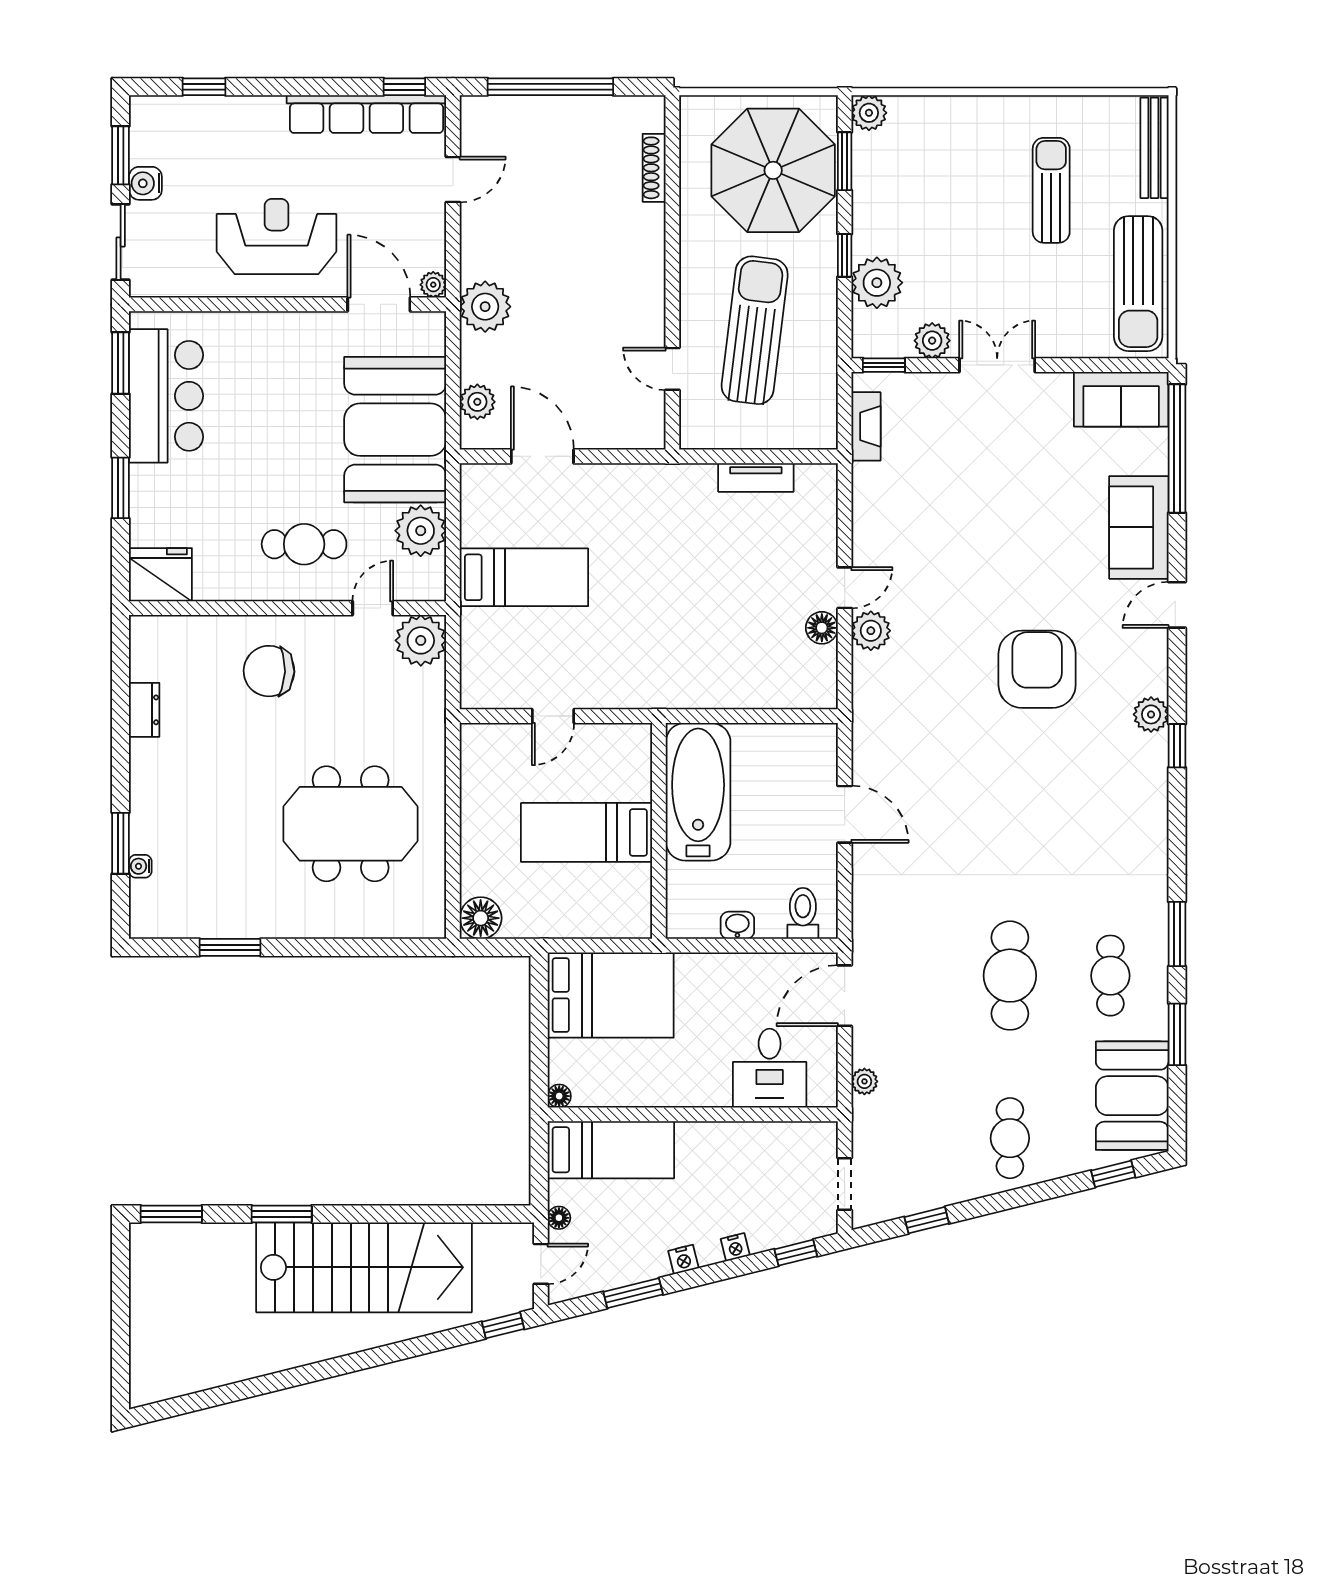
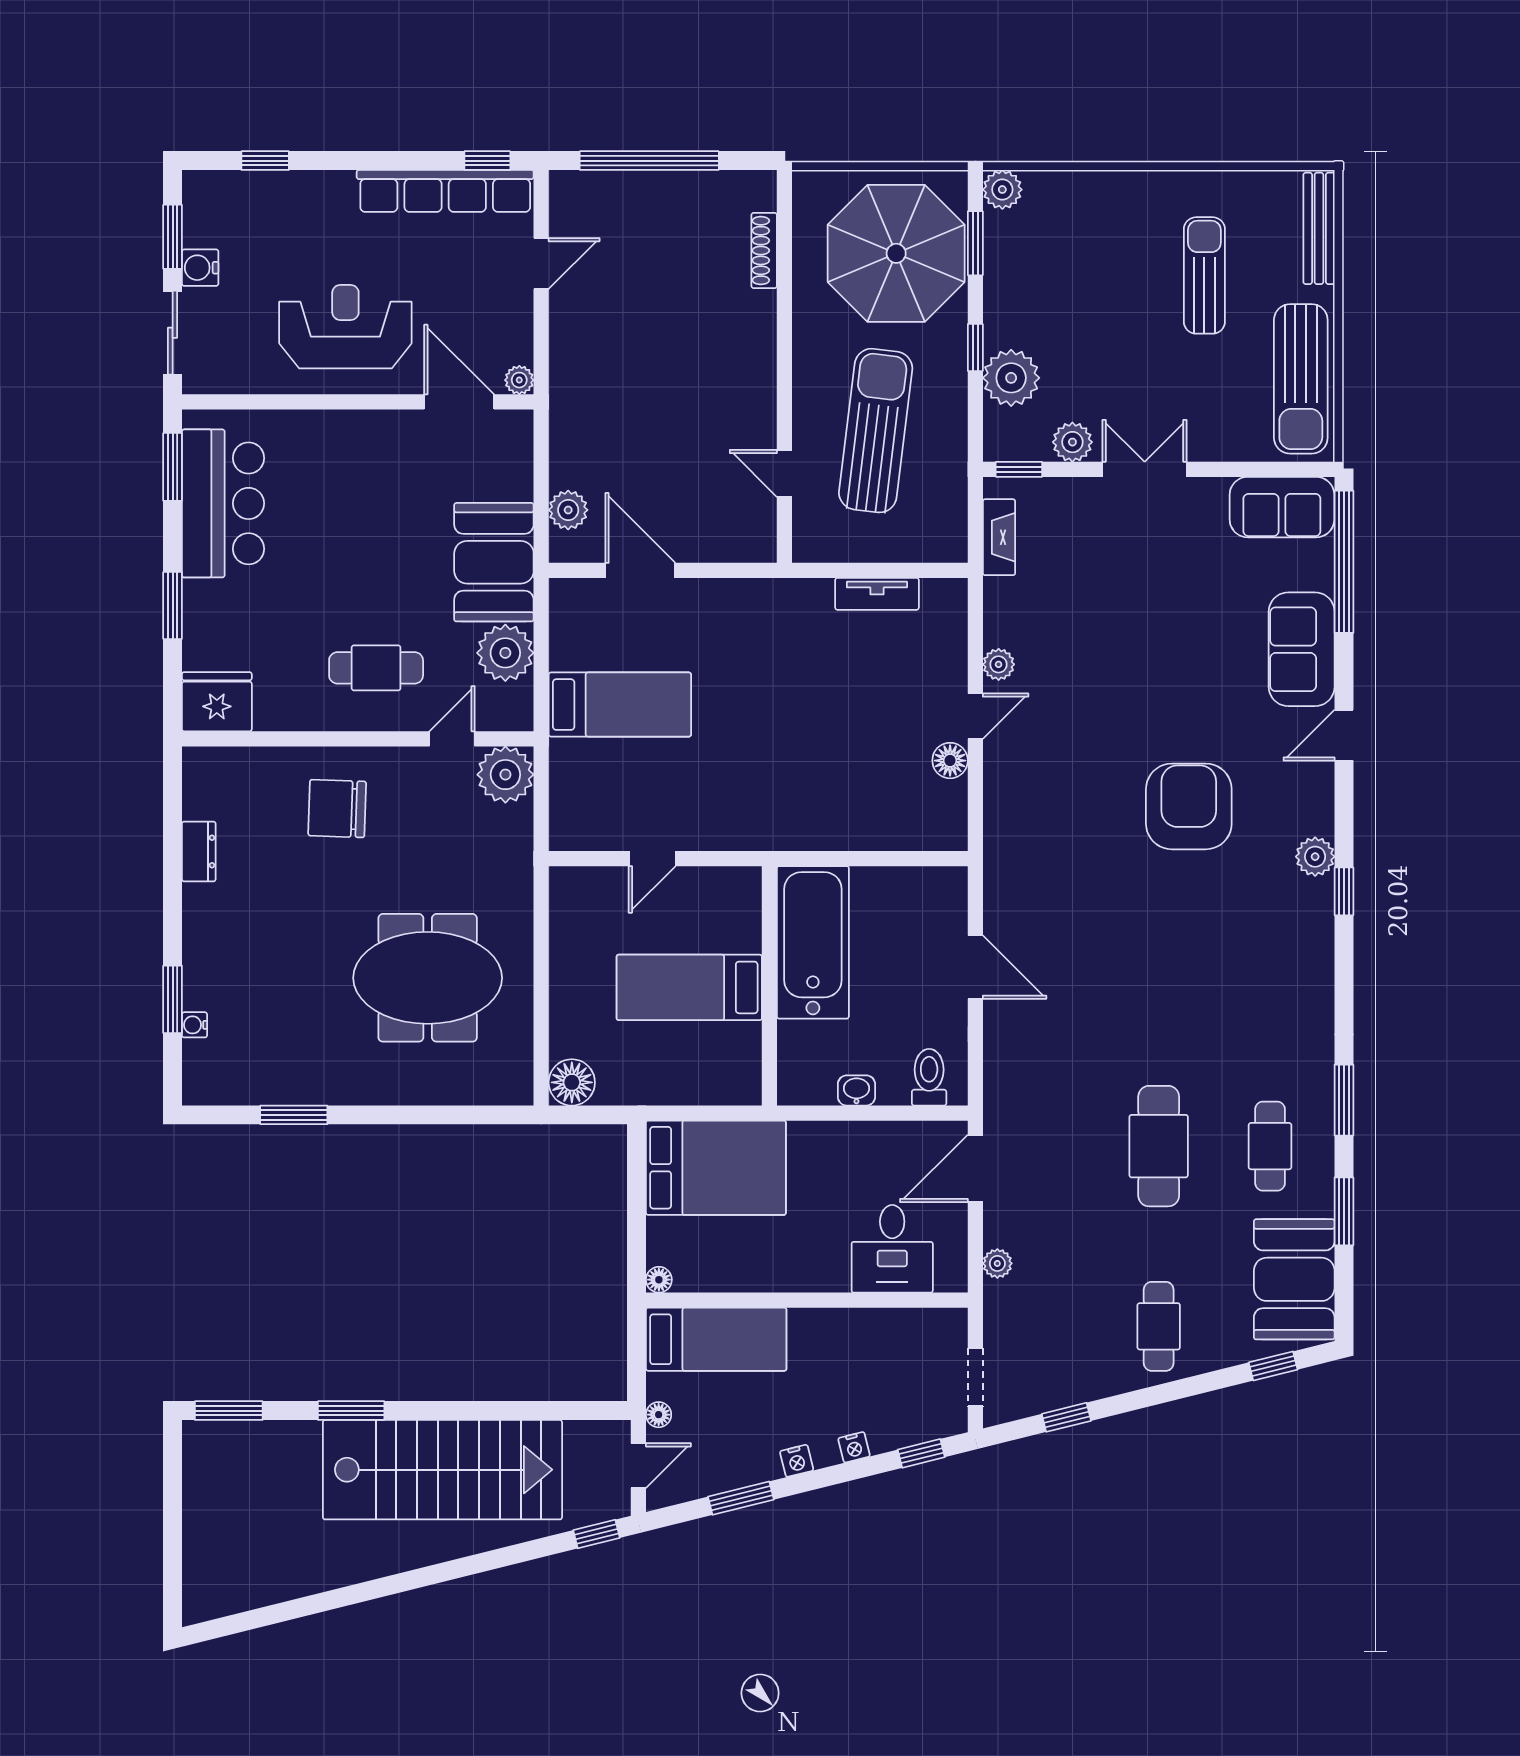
plant: (485, 307) -> (577, 404), removed
booth: (395, 430) -> (494, 562), width x0.73, depth x0.70
plant: (871, 631) -> (999, 664), moved, width x0.73, depth x0.73

